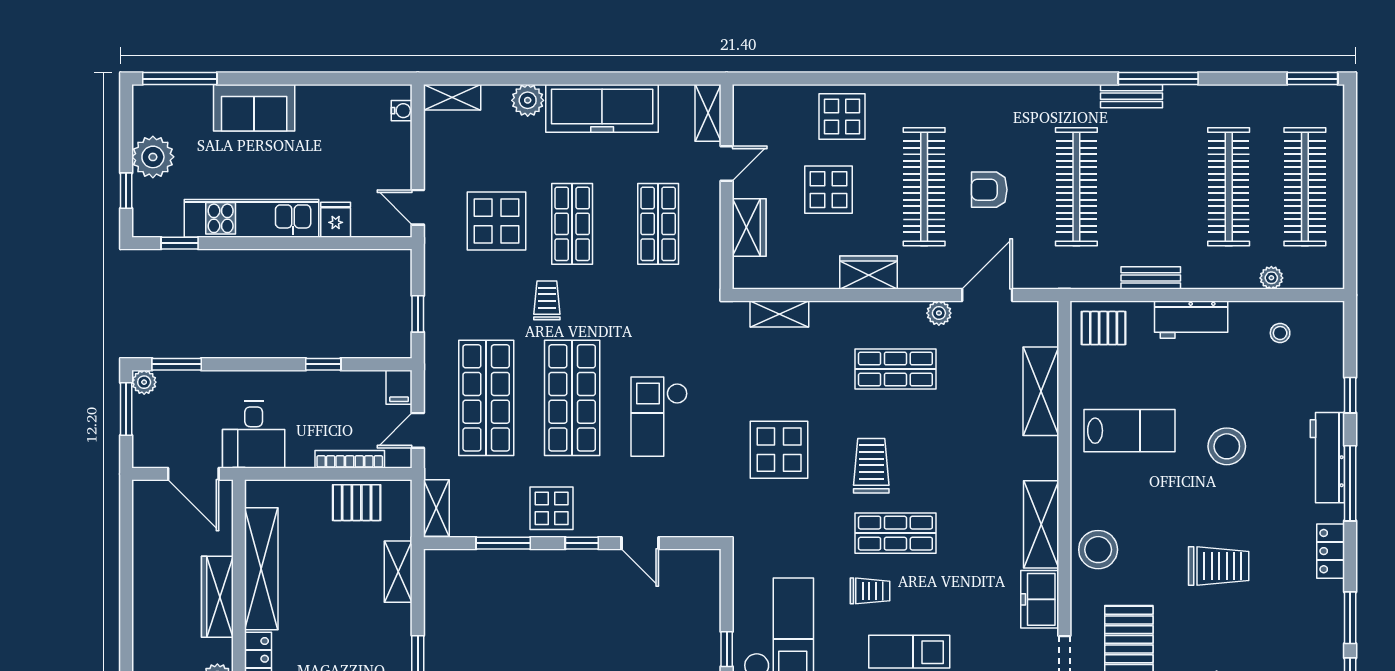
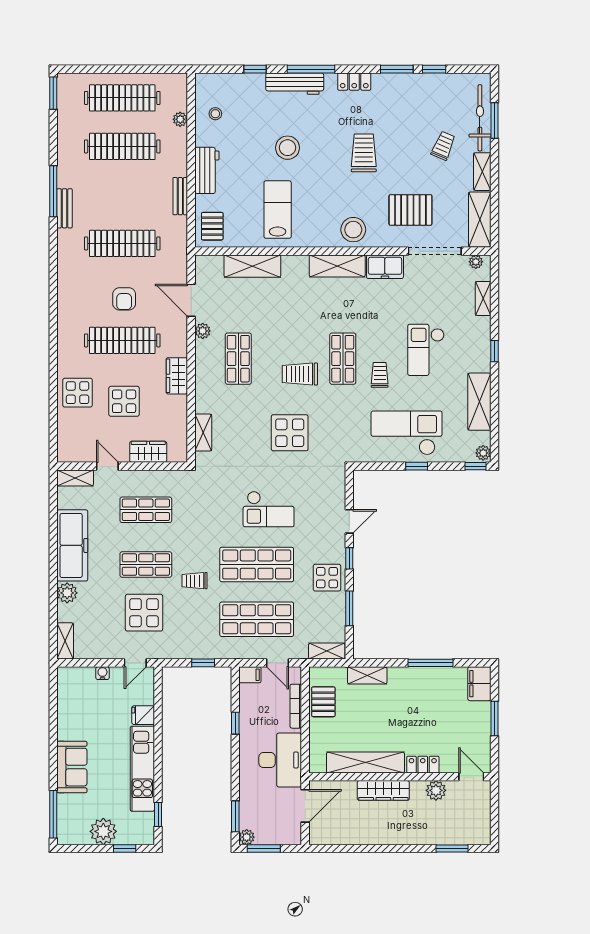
water cooler: (402, 111) -> (102, 673), moved
desk: (254, 435) -> (280, 760), width x1.37

